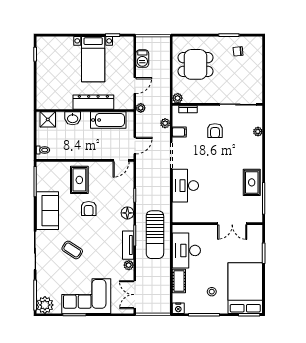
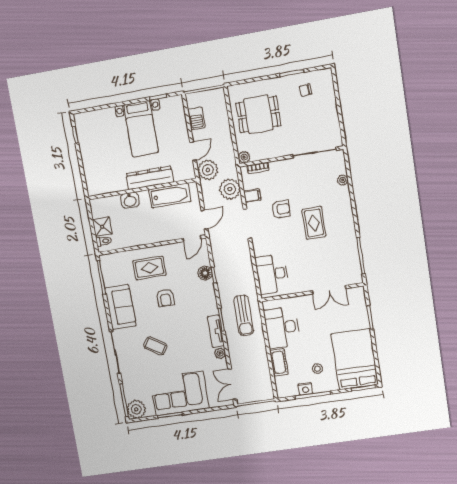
plant: (141, 108) -> (208, 170), width x1.88, depth x1.88
shower: (48, 119) -> (102, 227), moved
plant: (165, 123) -> (230, 189), width x1.88, depth x1.88
armchair: (215, 131) -> (281, 209), moved, turned -90
rug: (79, 180) -> (149, 268), turned 90
rug: (252, 182) -> (314, 223), moved
desk: (185, 186) -> (272, 274), moved
floor lamp: (127, 213) -> (205, 273), moved
sun lounger: (155, 235) -> (244, 315), width x0.73, depth x0.75
nightstand: (178, 308) -> (305, 389), moved

